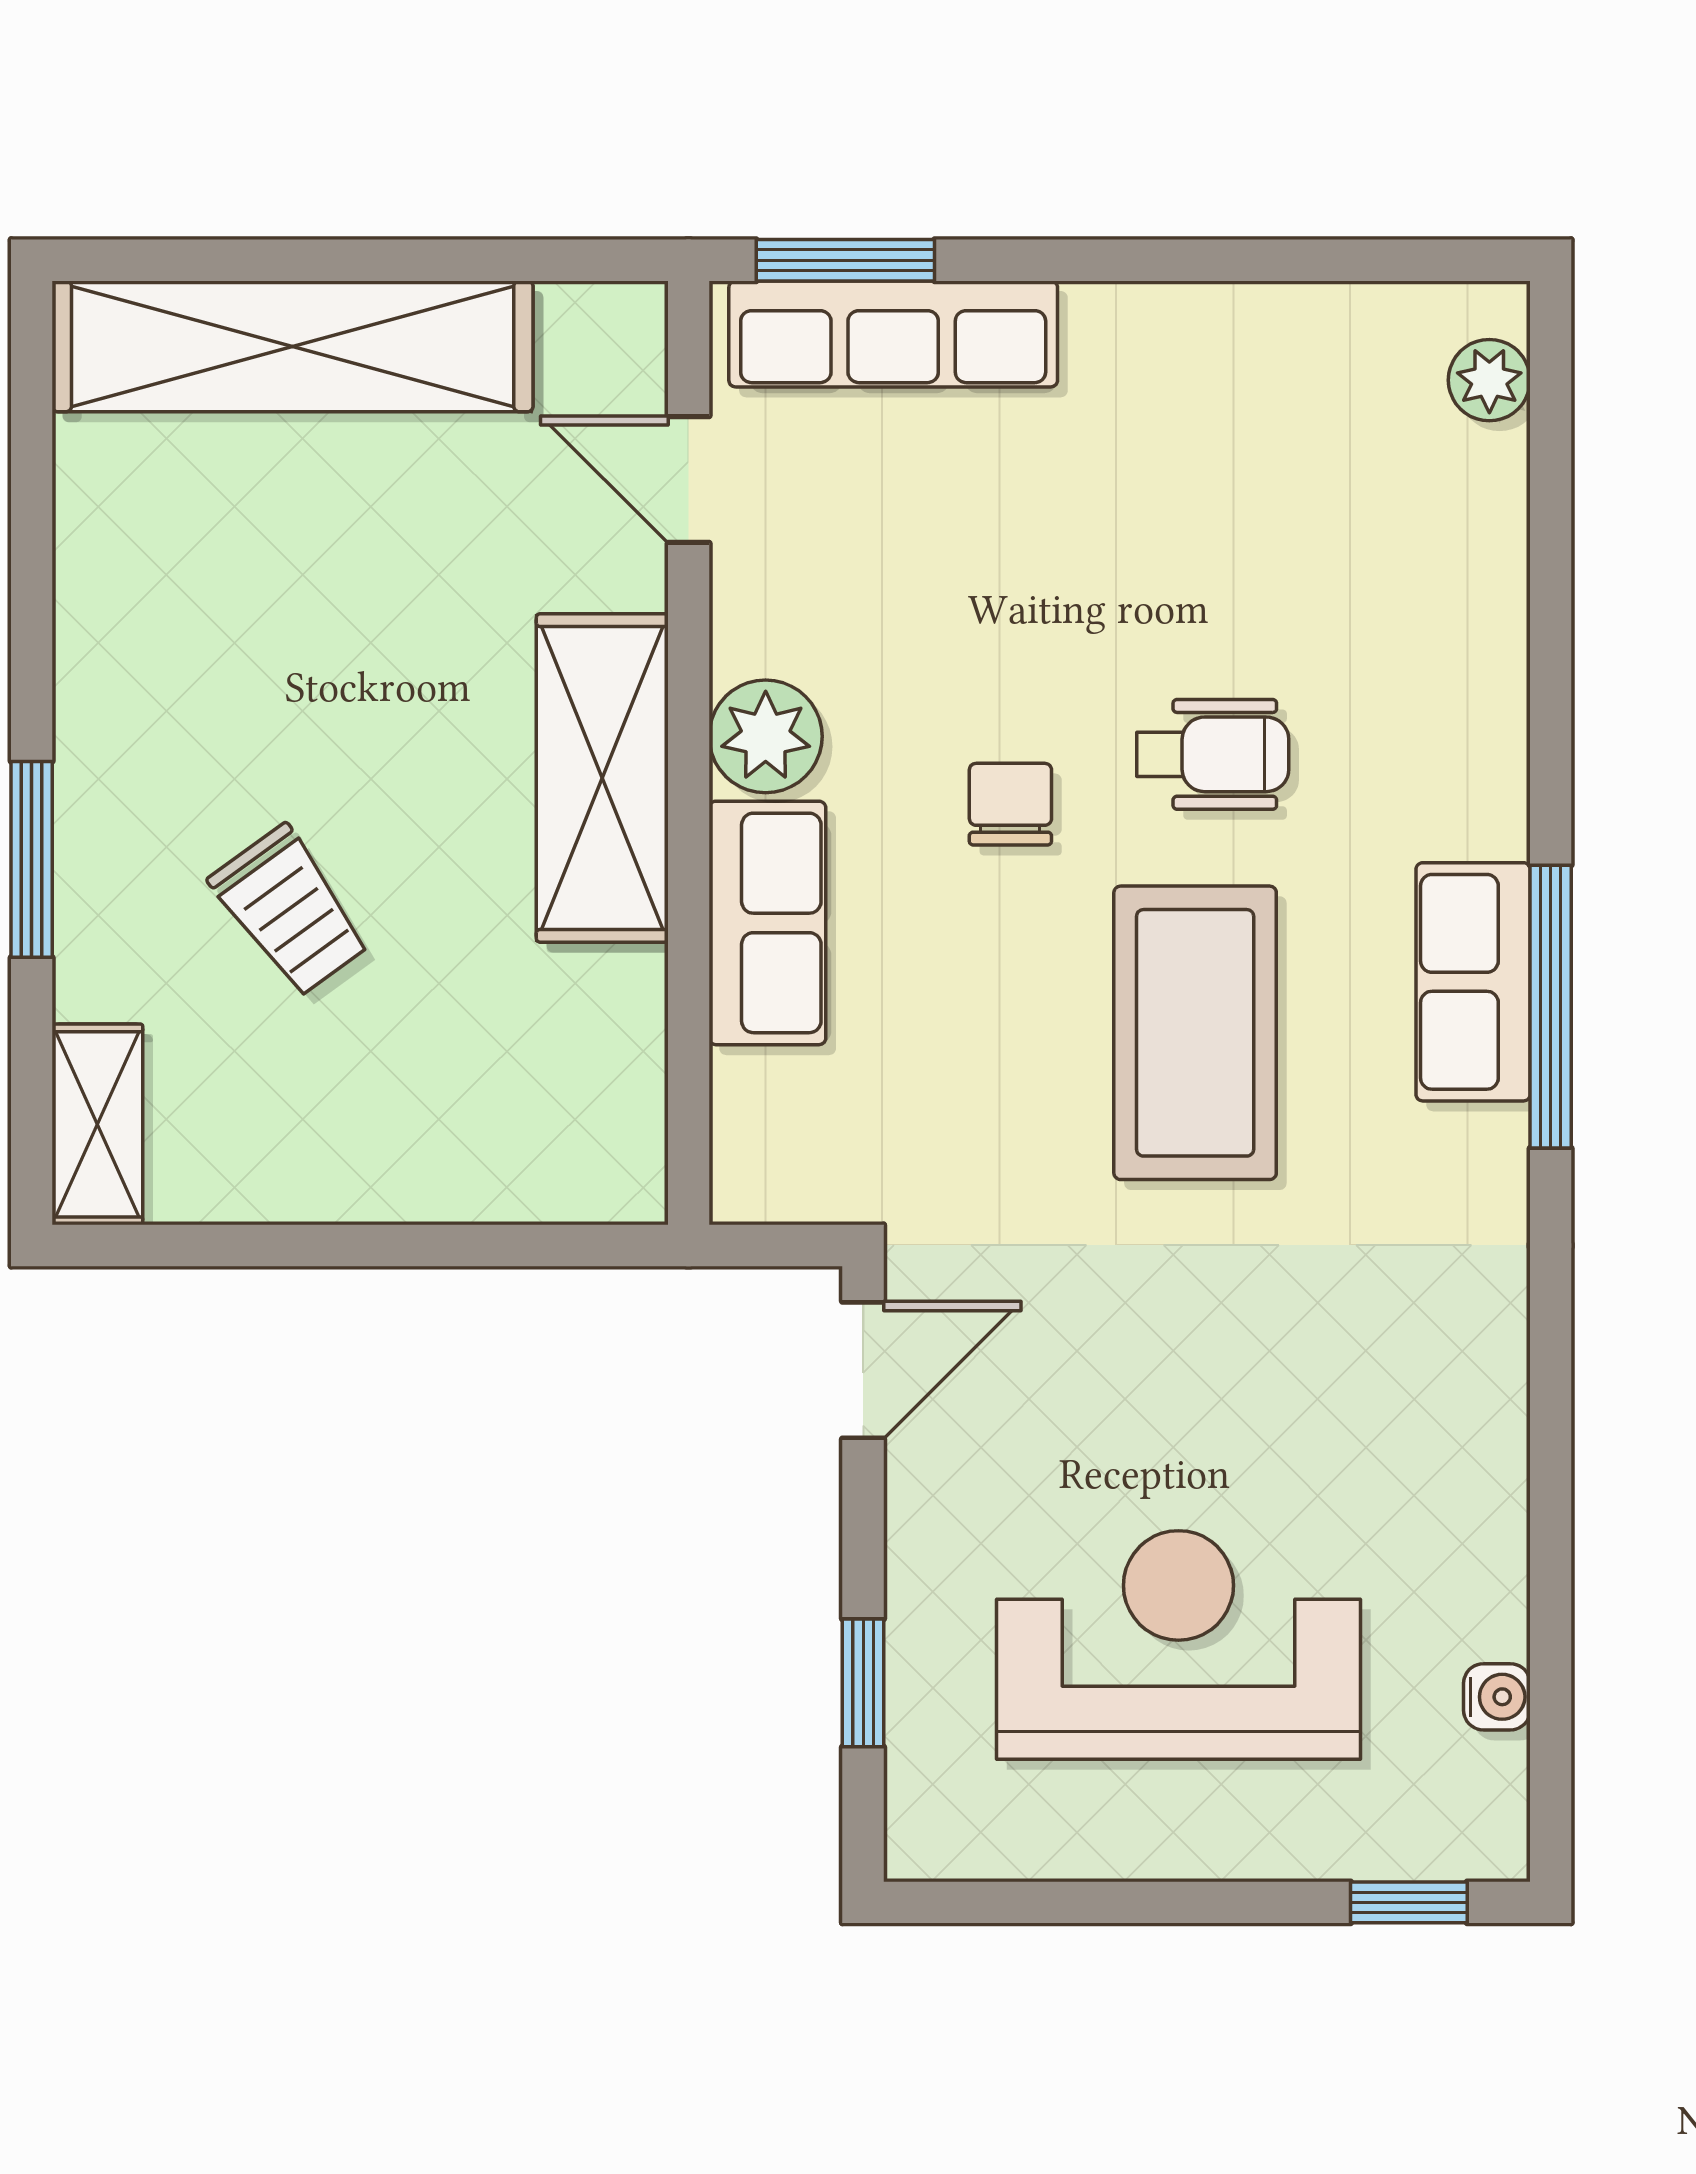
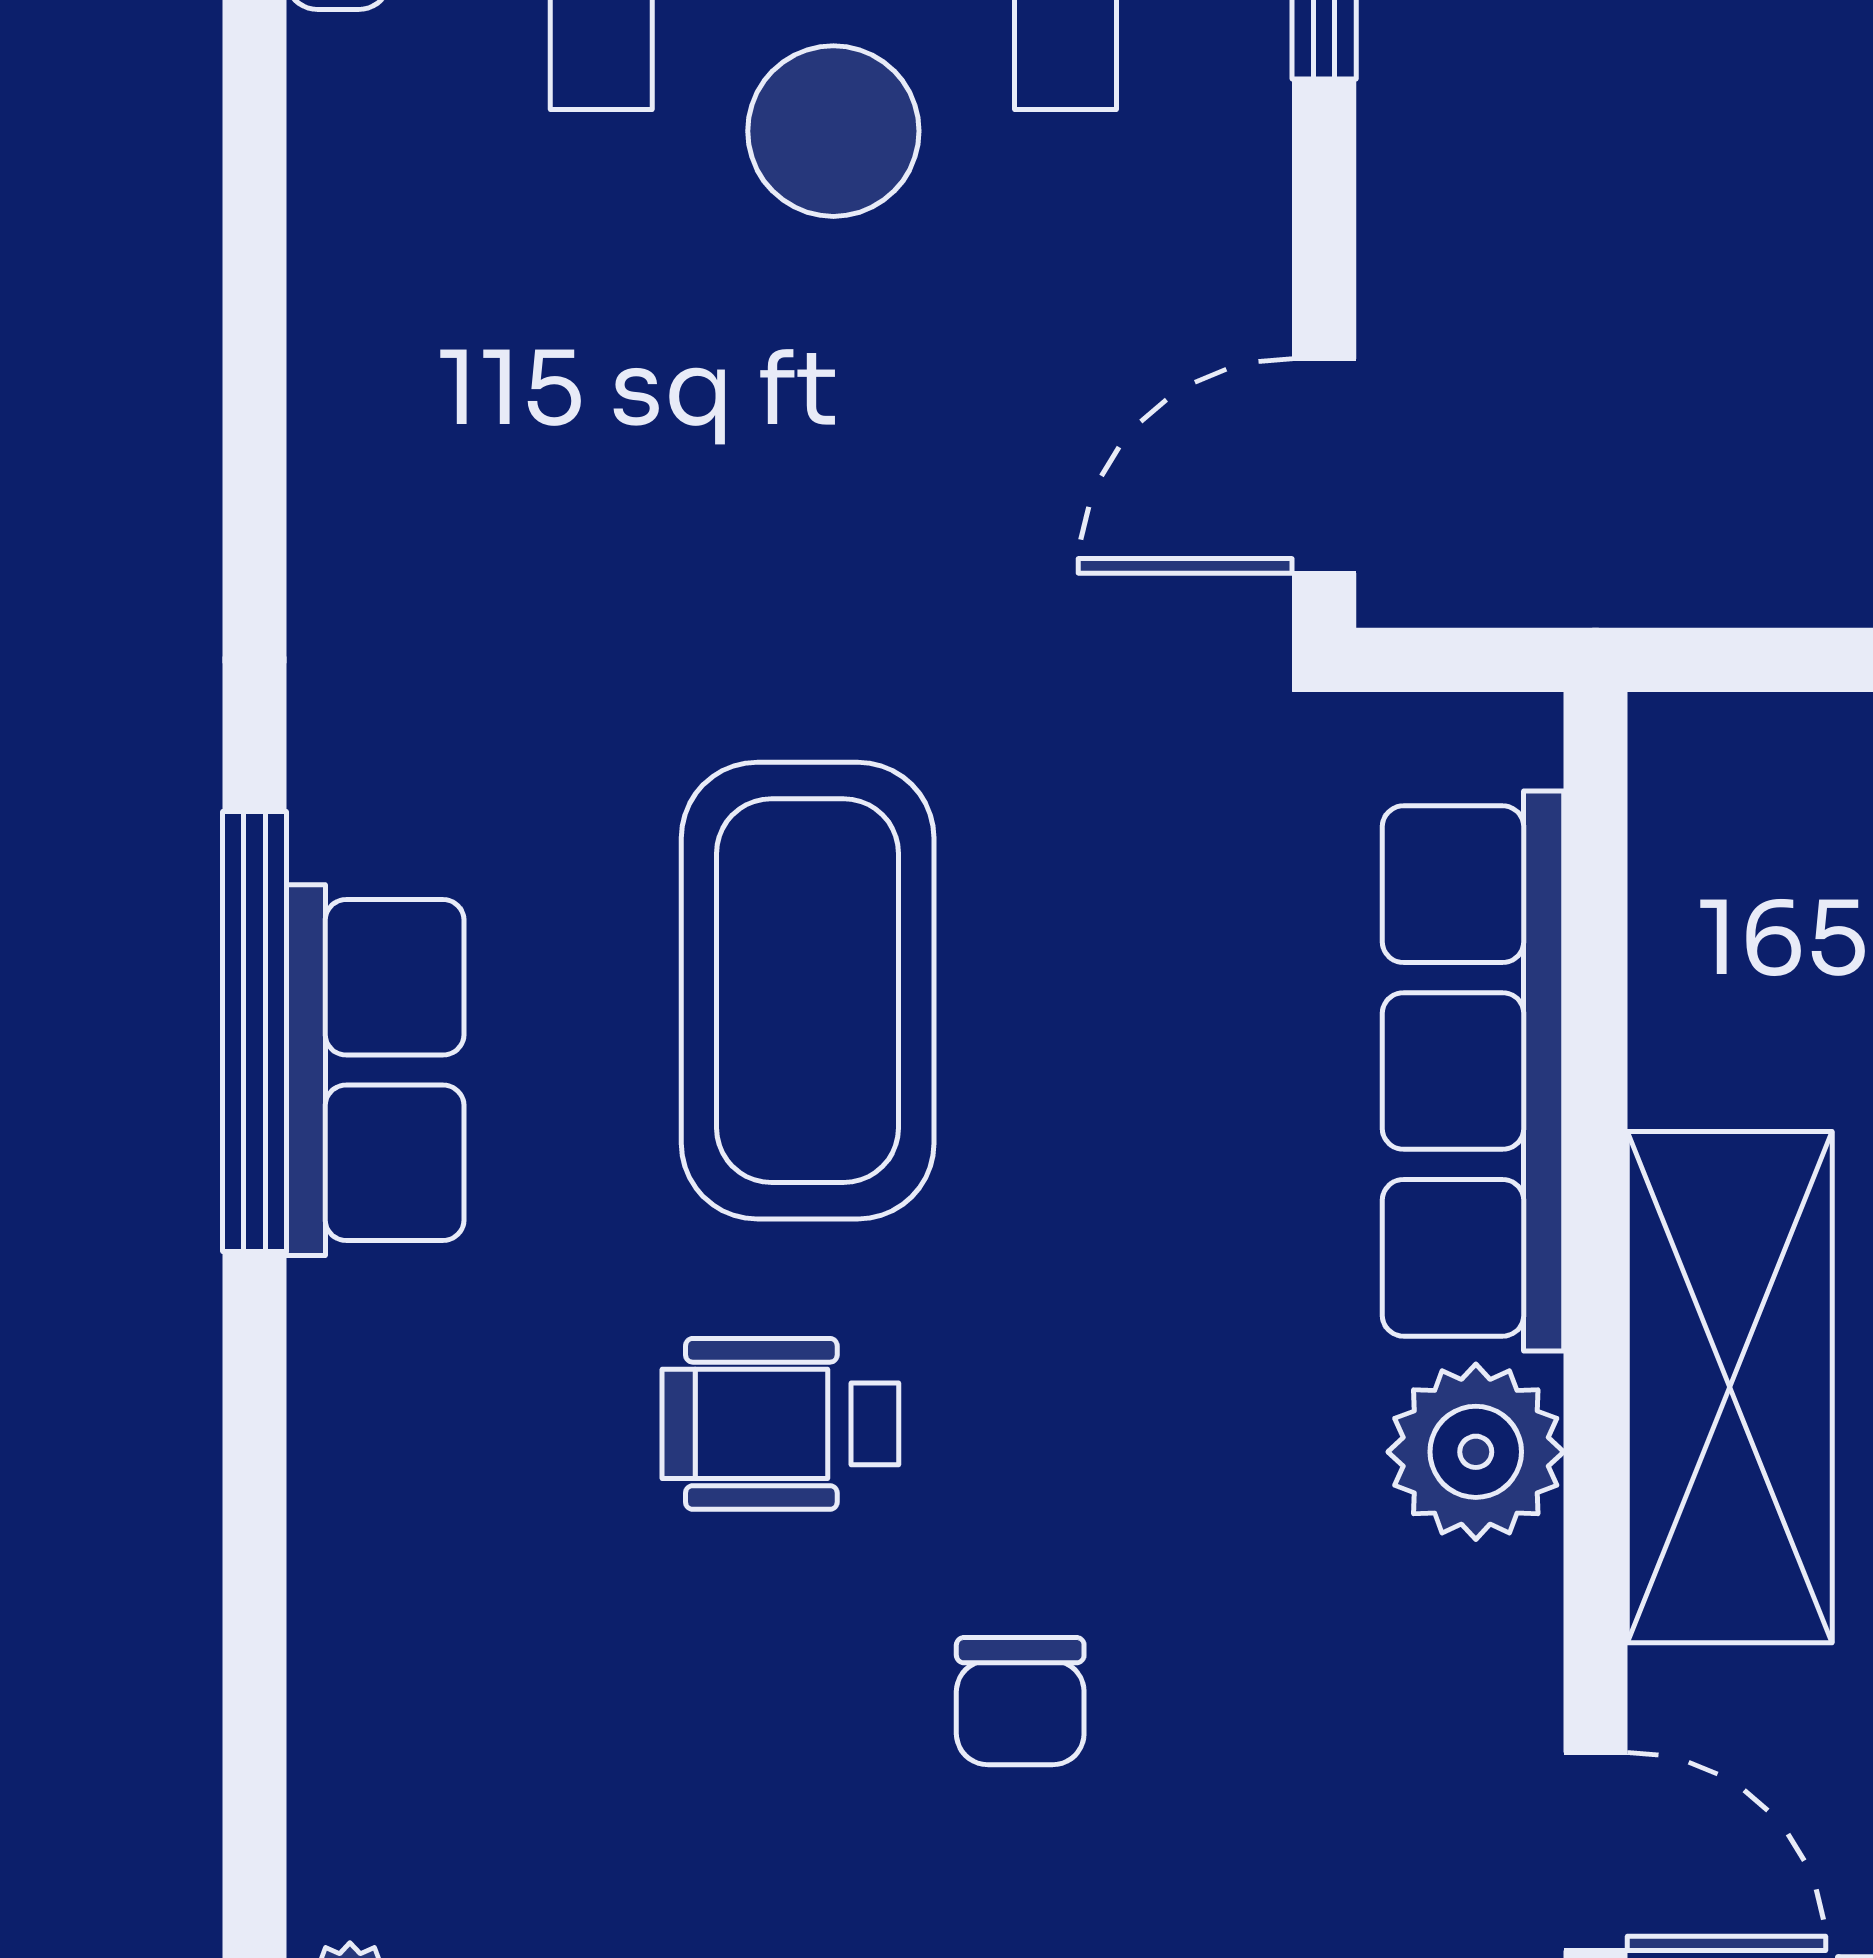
chair: (1010, 804) -> (1020, 1701), moved
row of seats: (767, 923) -> (1473, 1071), width x1.48

